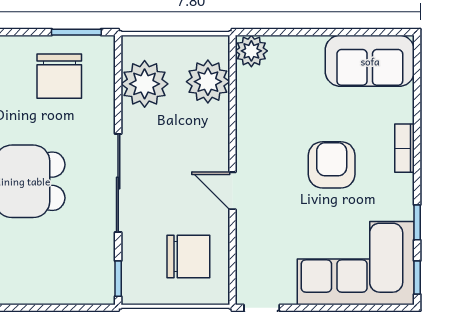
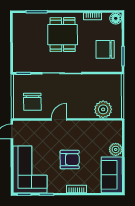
plant: (251, 51) -> (116, 149), moved
plant: (145, 84) -> (102, 84), removed

